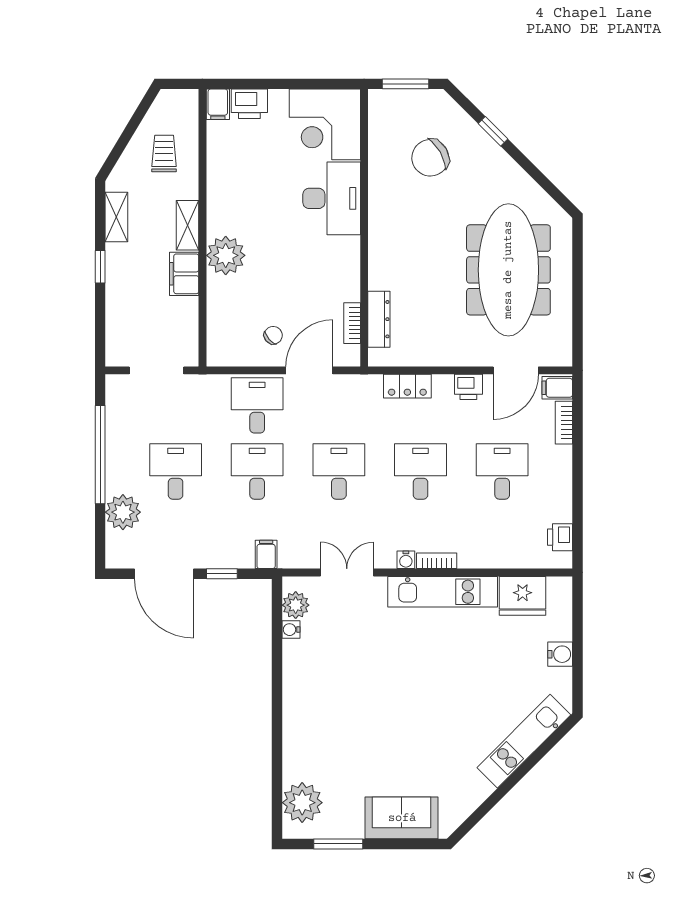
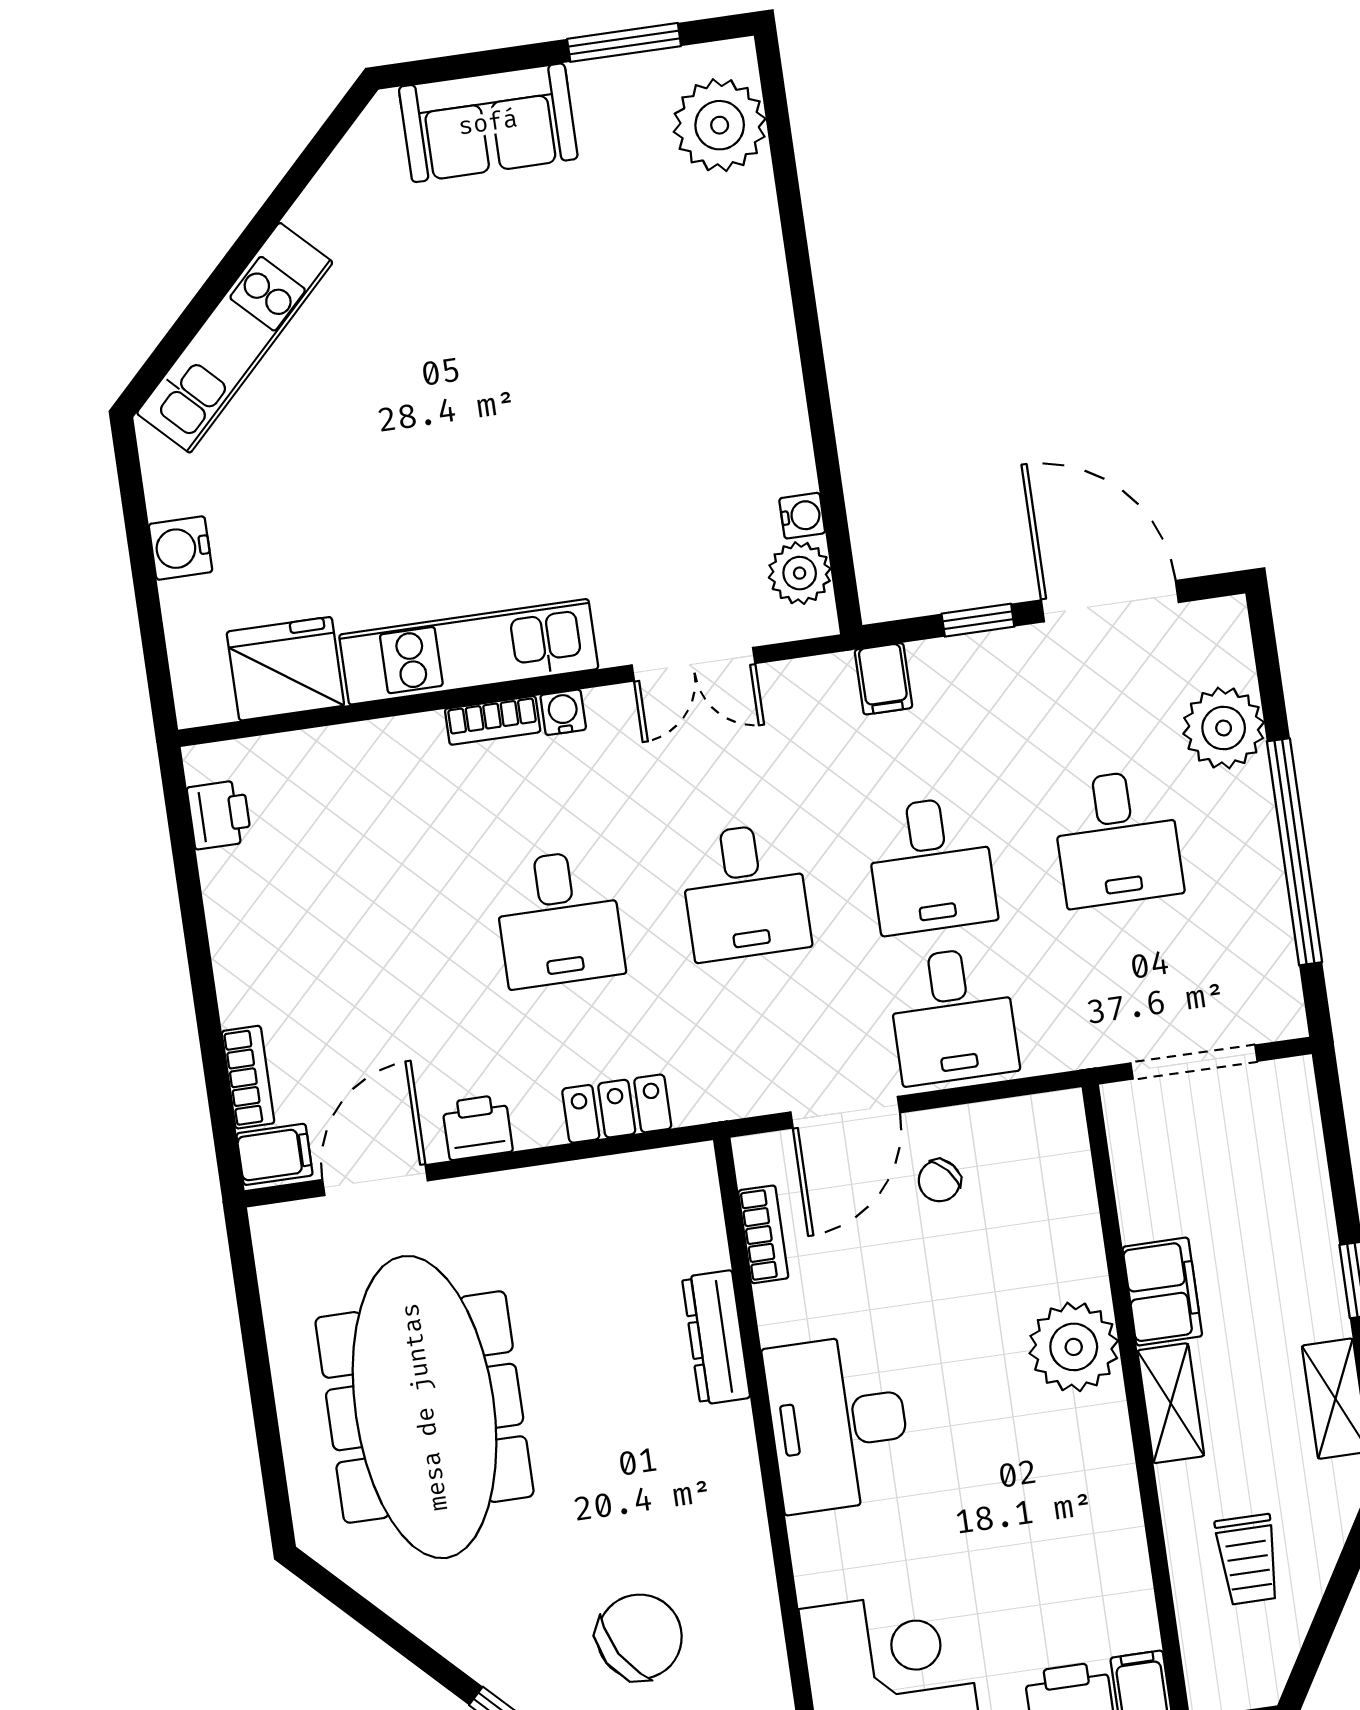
desk: (332, 198) -> (838, 1423), moved
dresser: (379, 319) -> (716, 1337), moved
desk: (502, 471) -> (373, 945), removed

